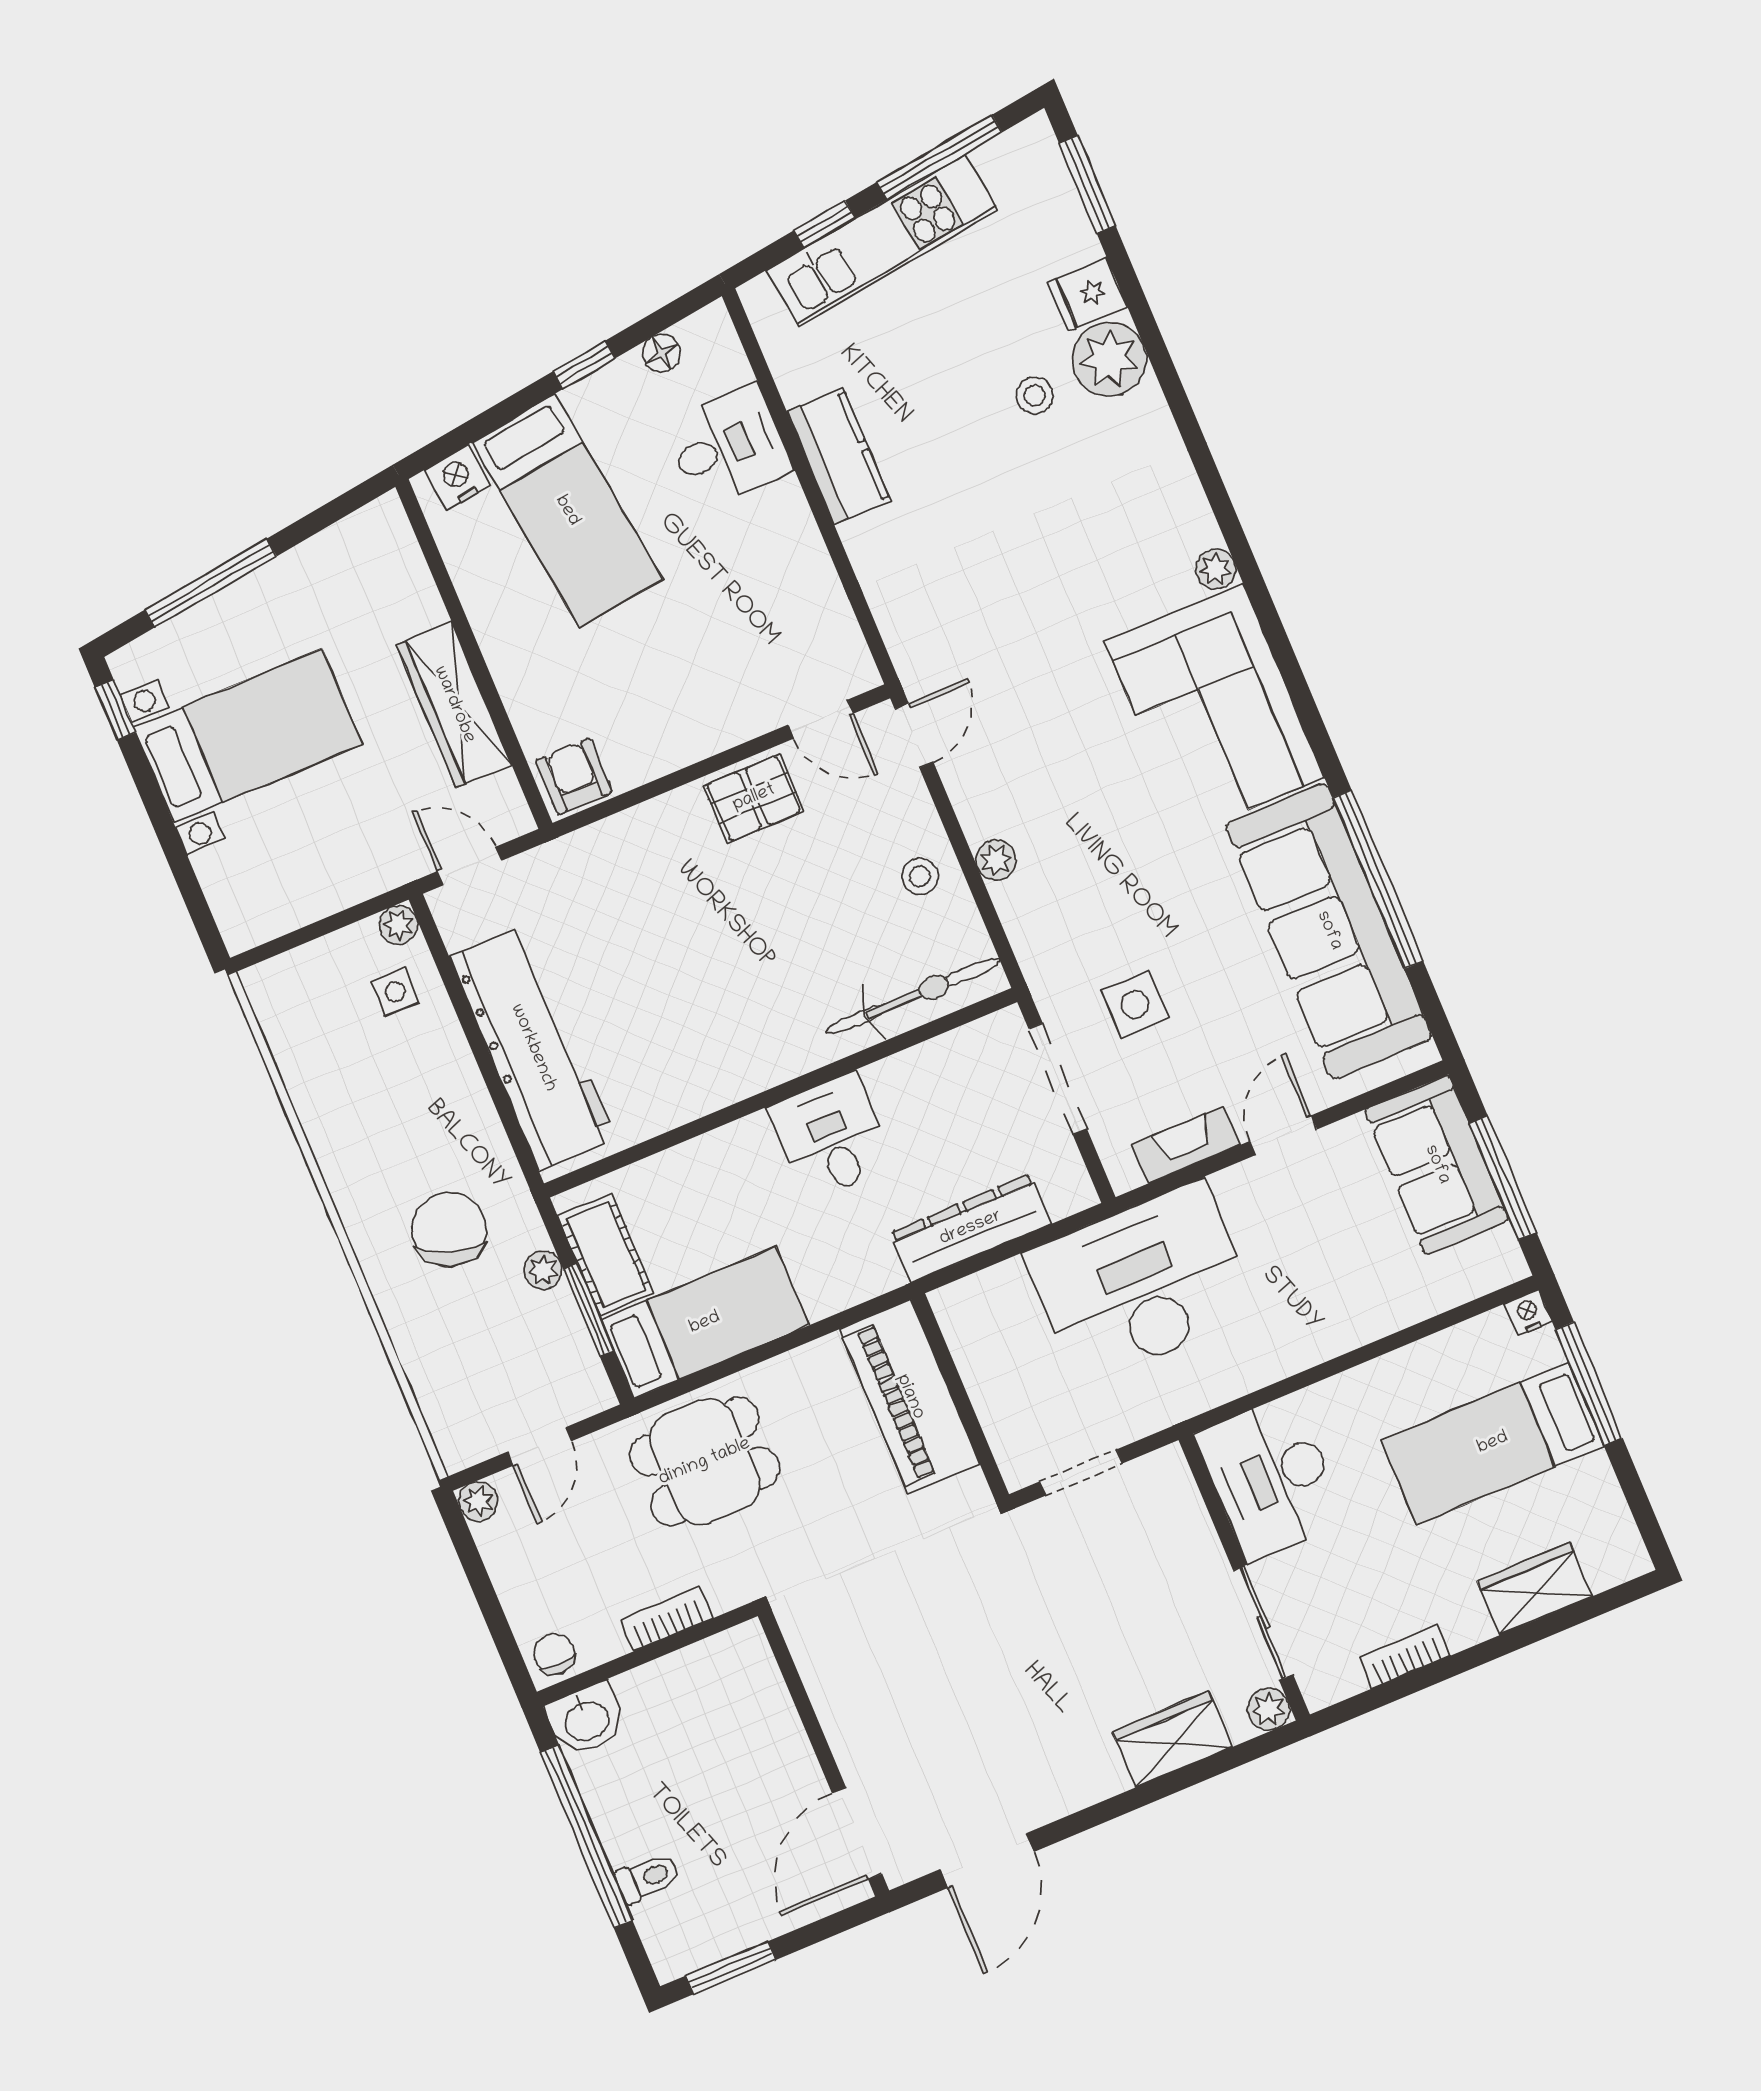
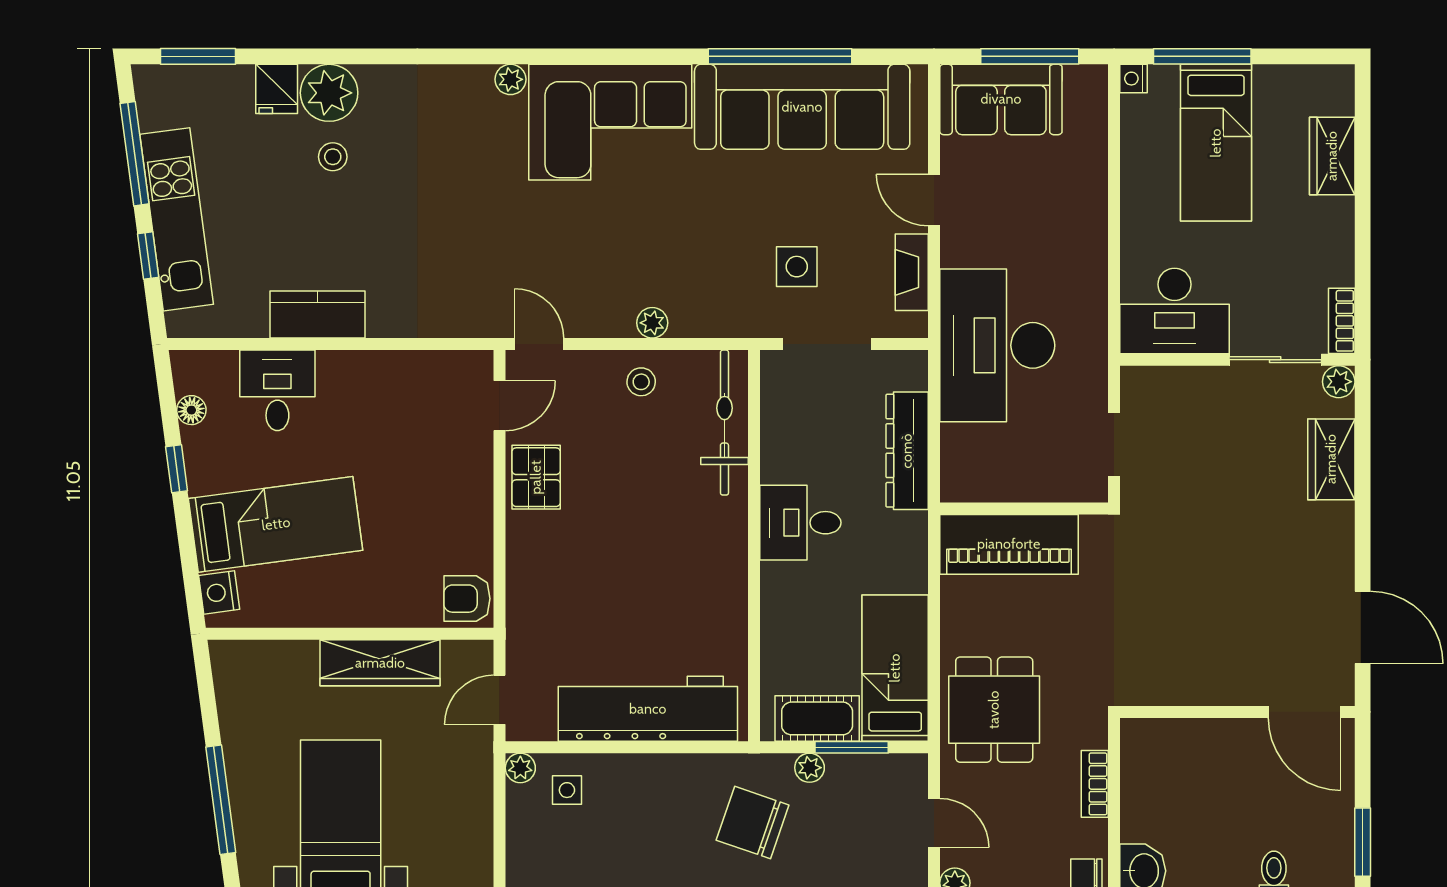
bookcase: (1405, 1656) -> (1342, 321), moved

